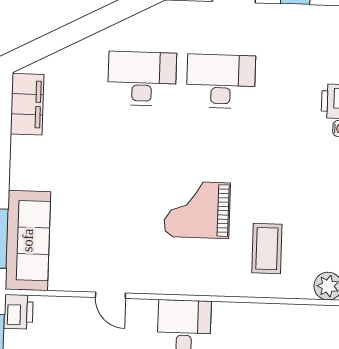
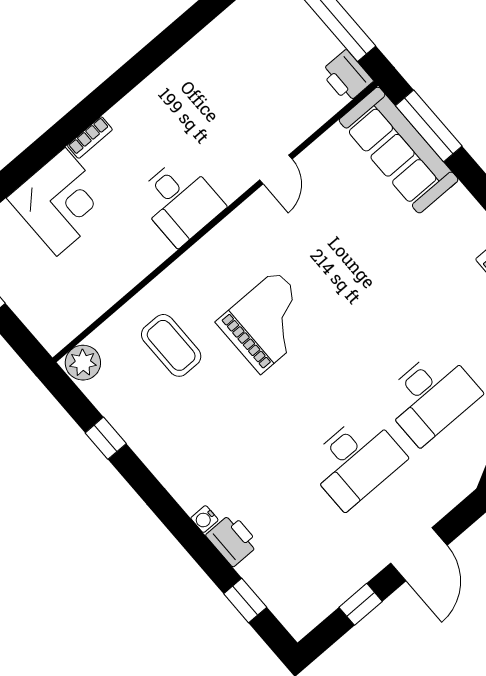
door: (110, 295) -> (276, 170), swing flipped

